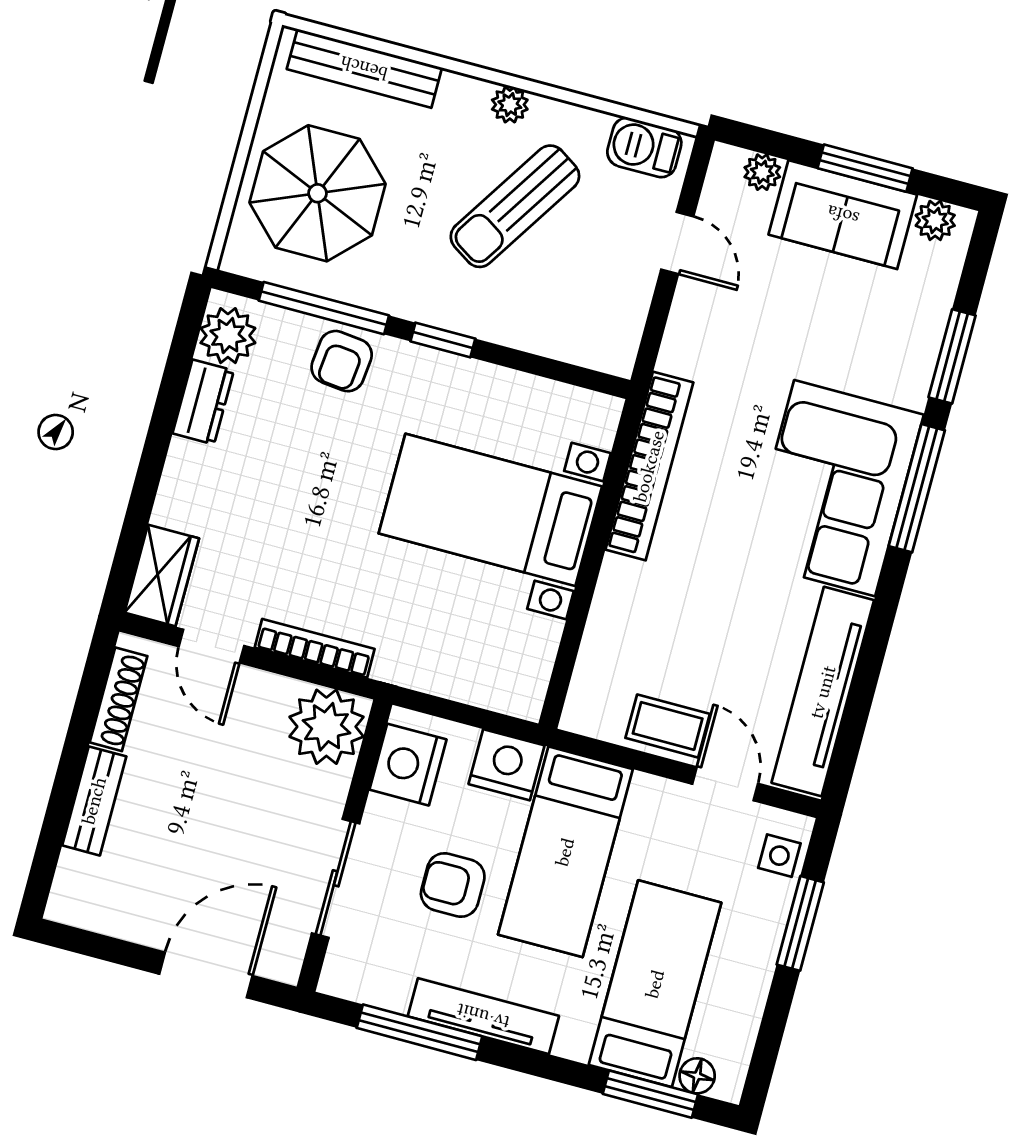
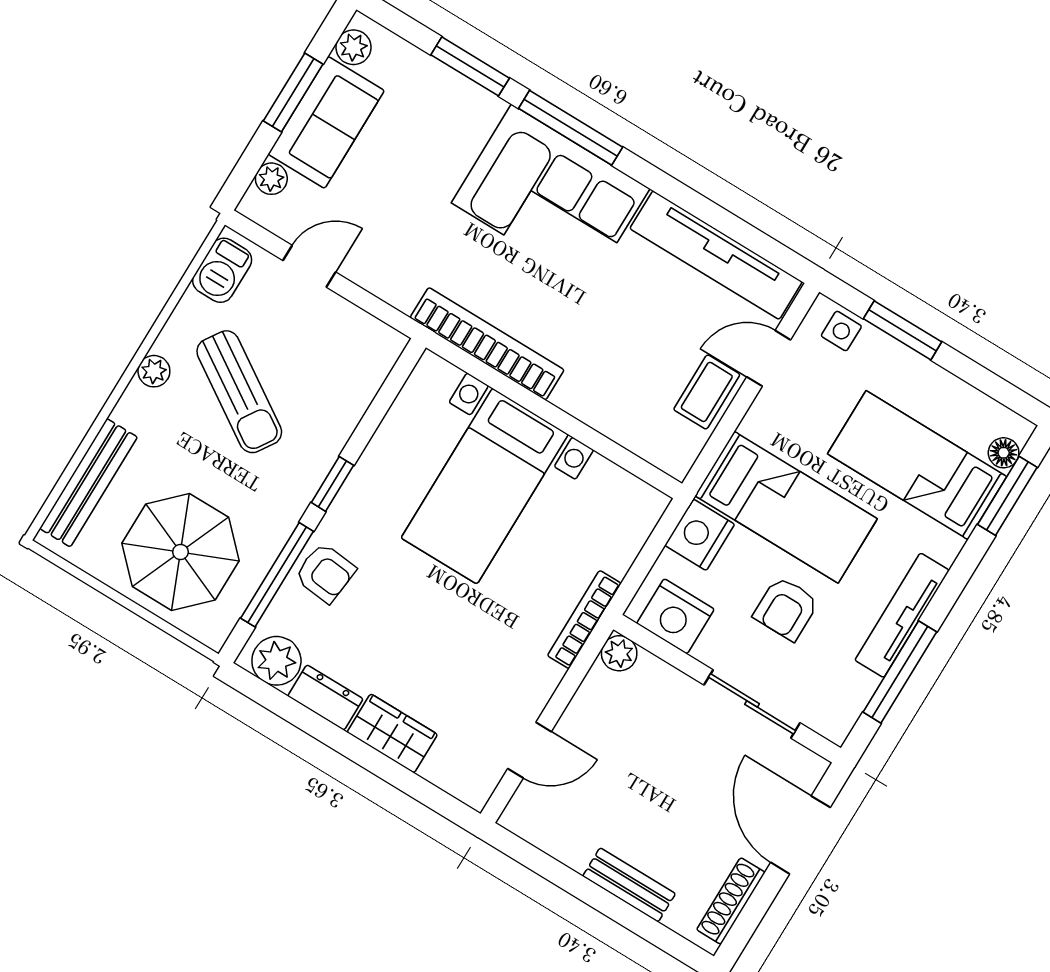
wardrobe: (162, 576) -> (392, 733), moved
bookcase: (315, 648) -> (584, 619), moved
shoe rack: (119, 699) -> (731, 901), moved, turned -90
plant: (326, 727) -> (619, 653), width x0.53, depth x0.53

